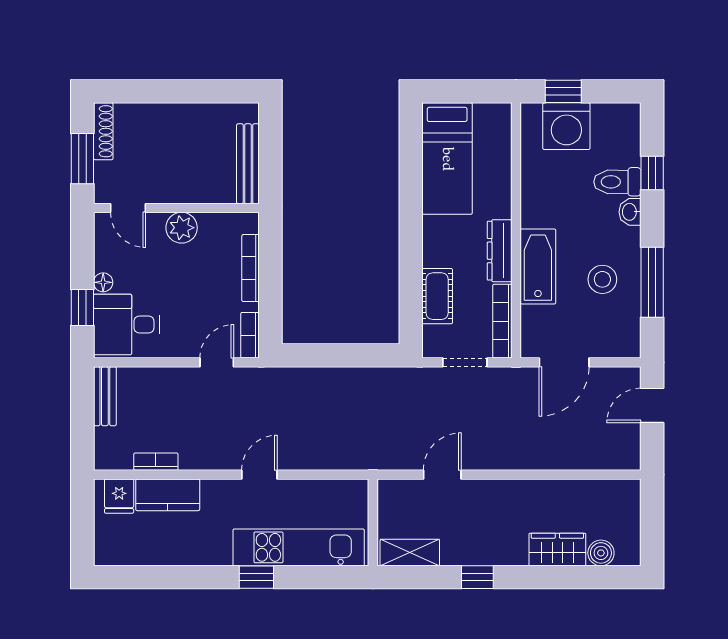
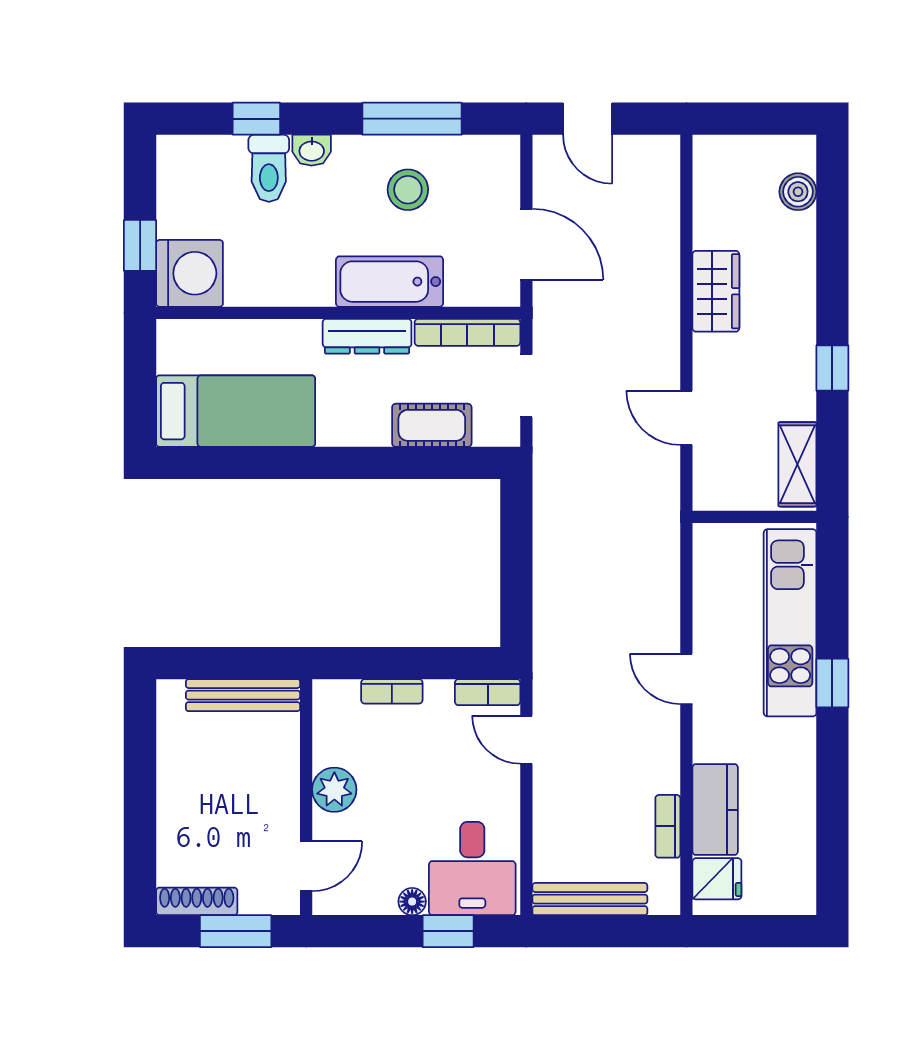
washing machine: (566, 126) -> (189, 273), moved
bookcase: (251, 268) -> (392, 691), width x0.64
bench: (105, 396) -> (590, 899), width x1.36
wardrobe: (557, 549) -> (716, 291), moved, turned 180

